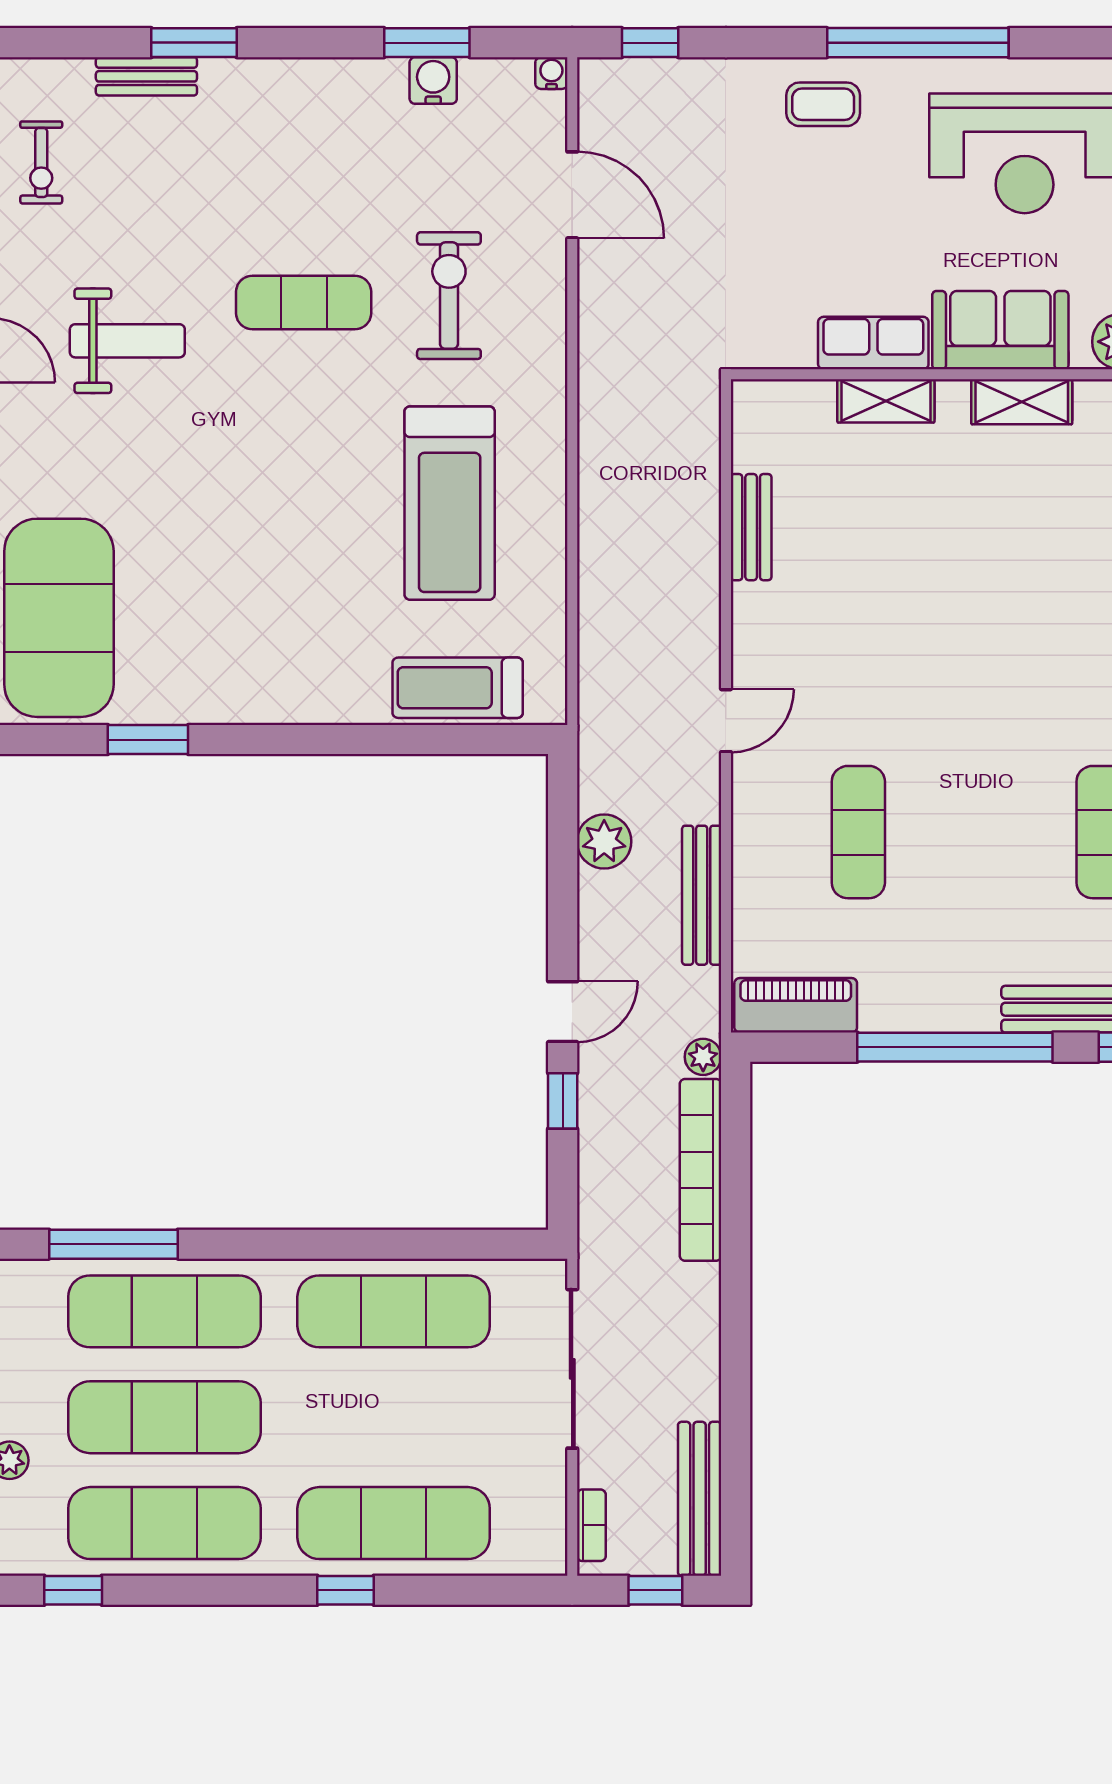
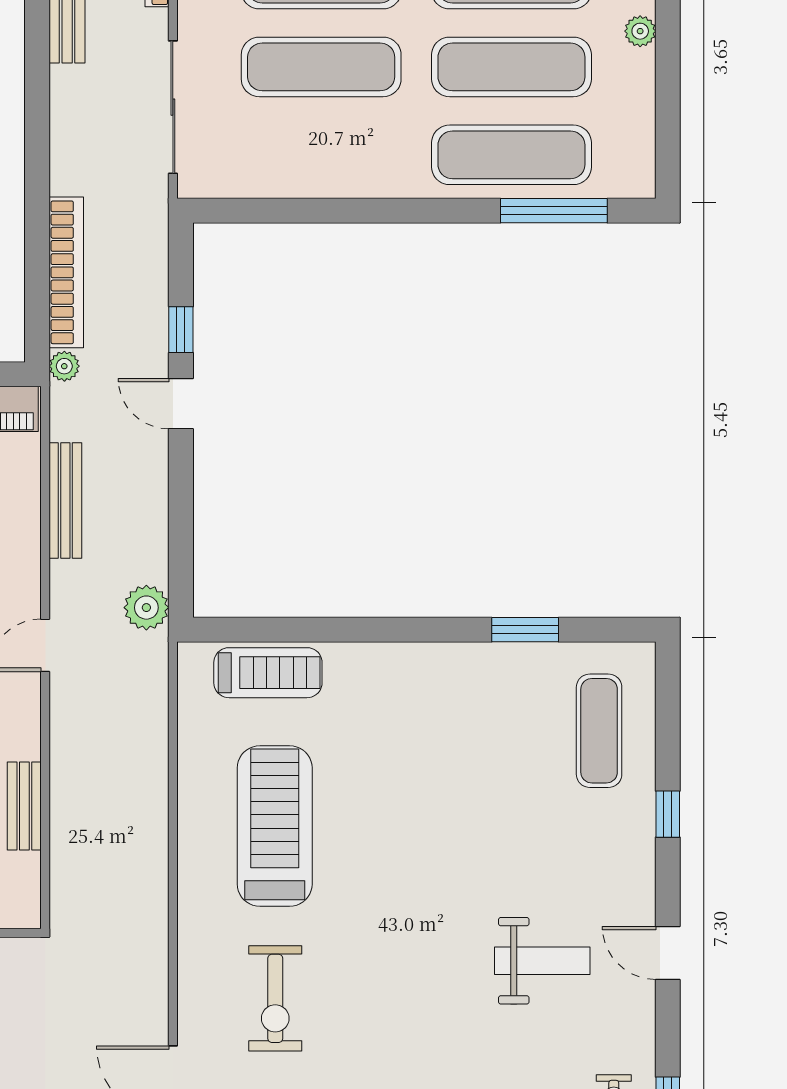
exercise mat: (304, 302) -> (396, 993), removed
weight bench: (127, 341) -> (542, 961), turned 180
exercise mat: (59, 618) -> (599, 731), width x0.50, depth x0.69
plant: (604, 841) -> (146, 608), moved
door: (563, 1012) -> (181, 404), hinge flipped
exercise mat: (394, 1311) -> (321, 67), moved

